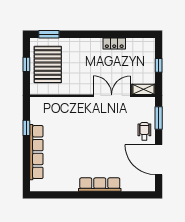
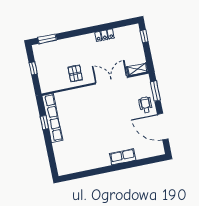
pallet: (48, 65) -> (75, 73), moved, width x0.49, depth x0.50
window: (159, 65) -> (144, 36), moved
row of seats: (36, 152) -> (52, 118), moved
row of seats: (100, 185) -> (123, 157), width x0.68

